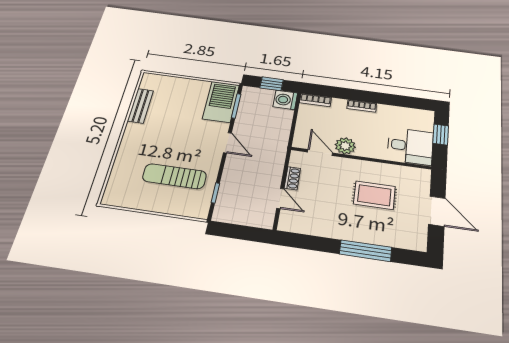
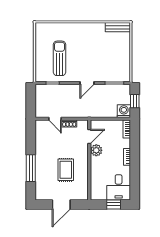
barbecue: (221, 102) -> (116, 74), removed
bench: (140, 106) -> (118, 27), moved
desk: (410, 146) -> (119, 187), moved
door: (280, 198) -> (55, 119), hinge flipped

